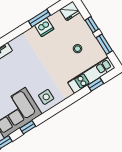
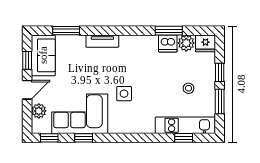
plant: (57, 19) -> (186, 43), added
side table: (46, 97) -> (124, 94), moved

